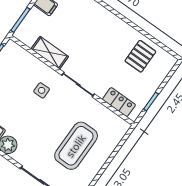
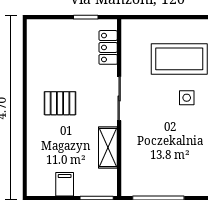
pallet: (140, 56) -> (60, 103), moved
side table: (42, 90) -> (187, 98), moved

